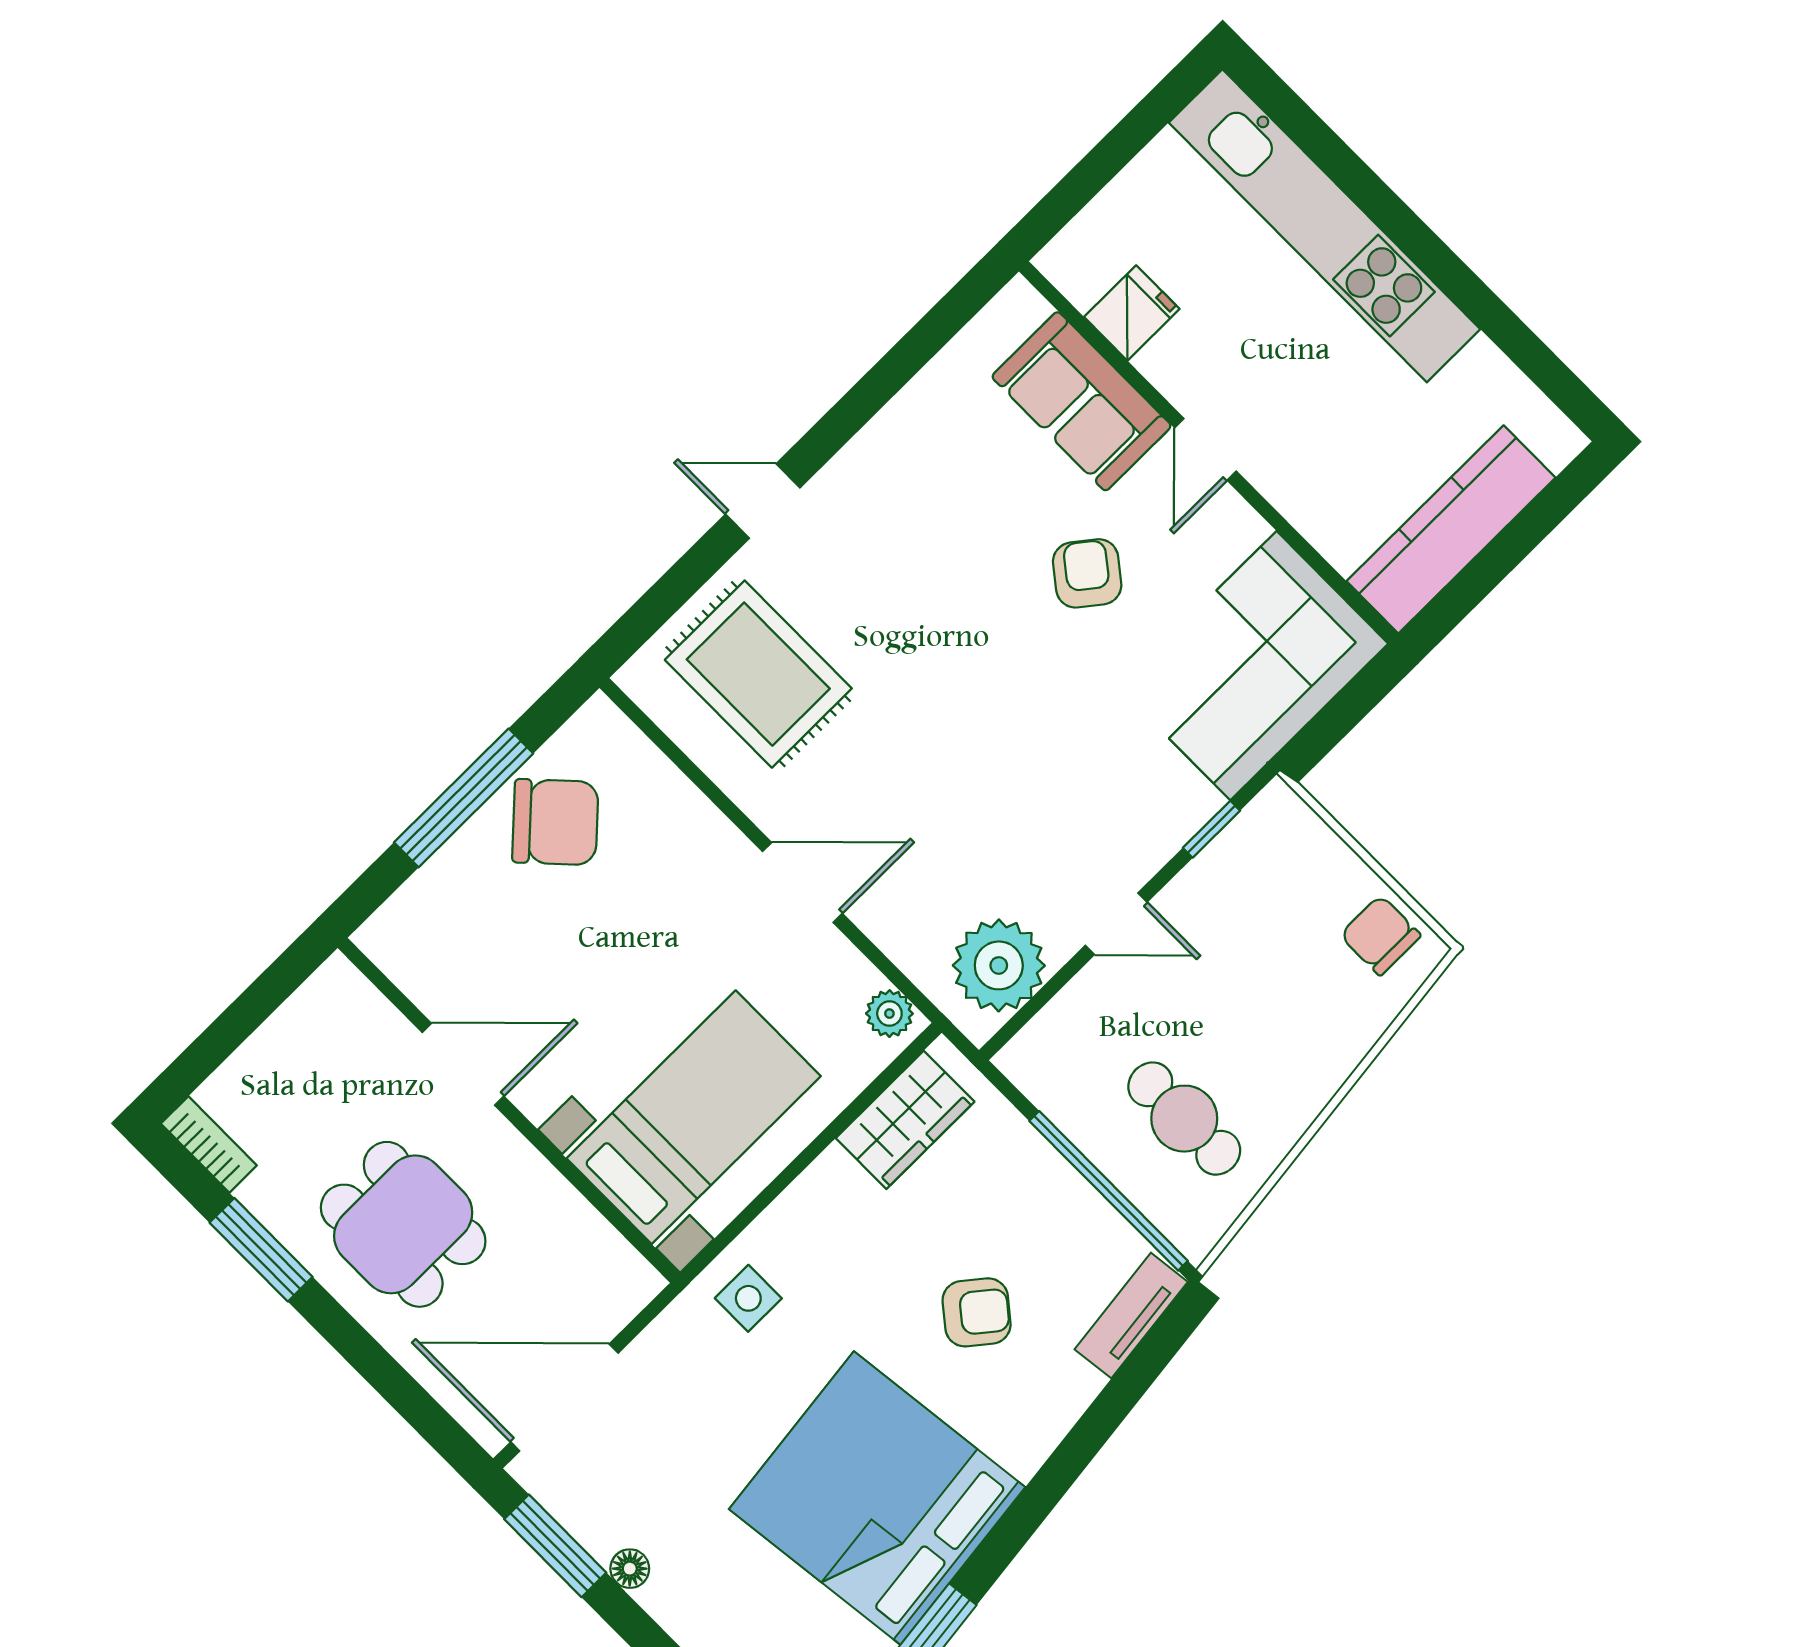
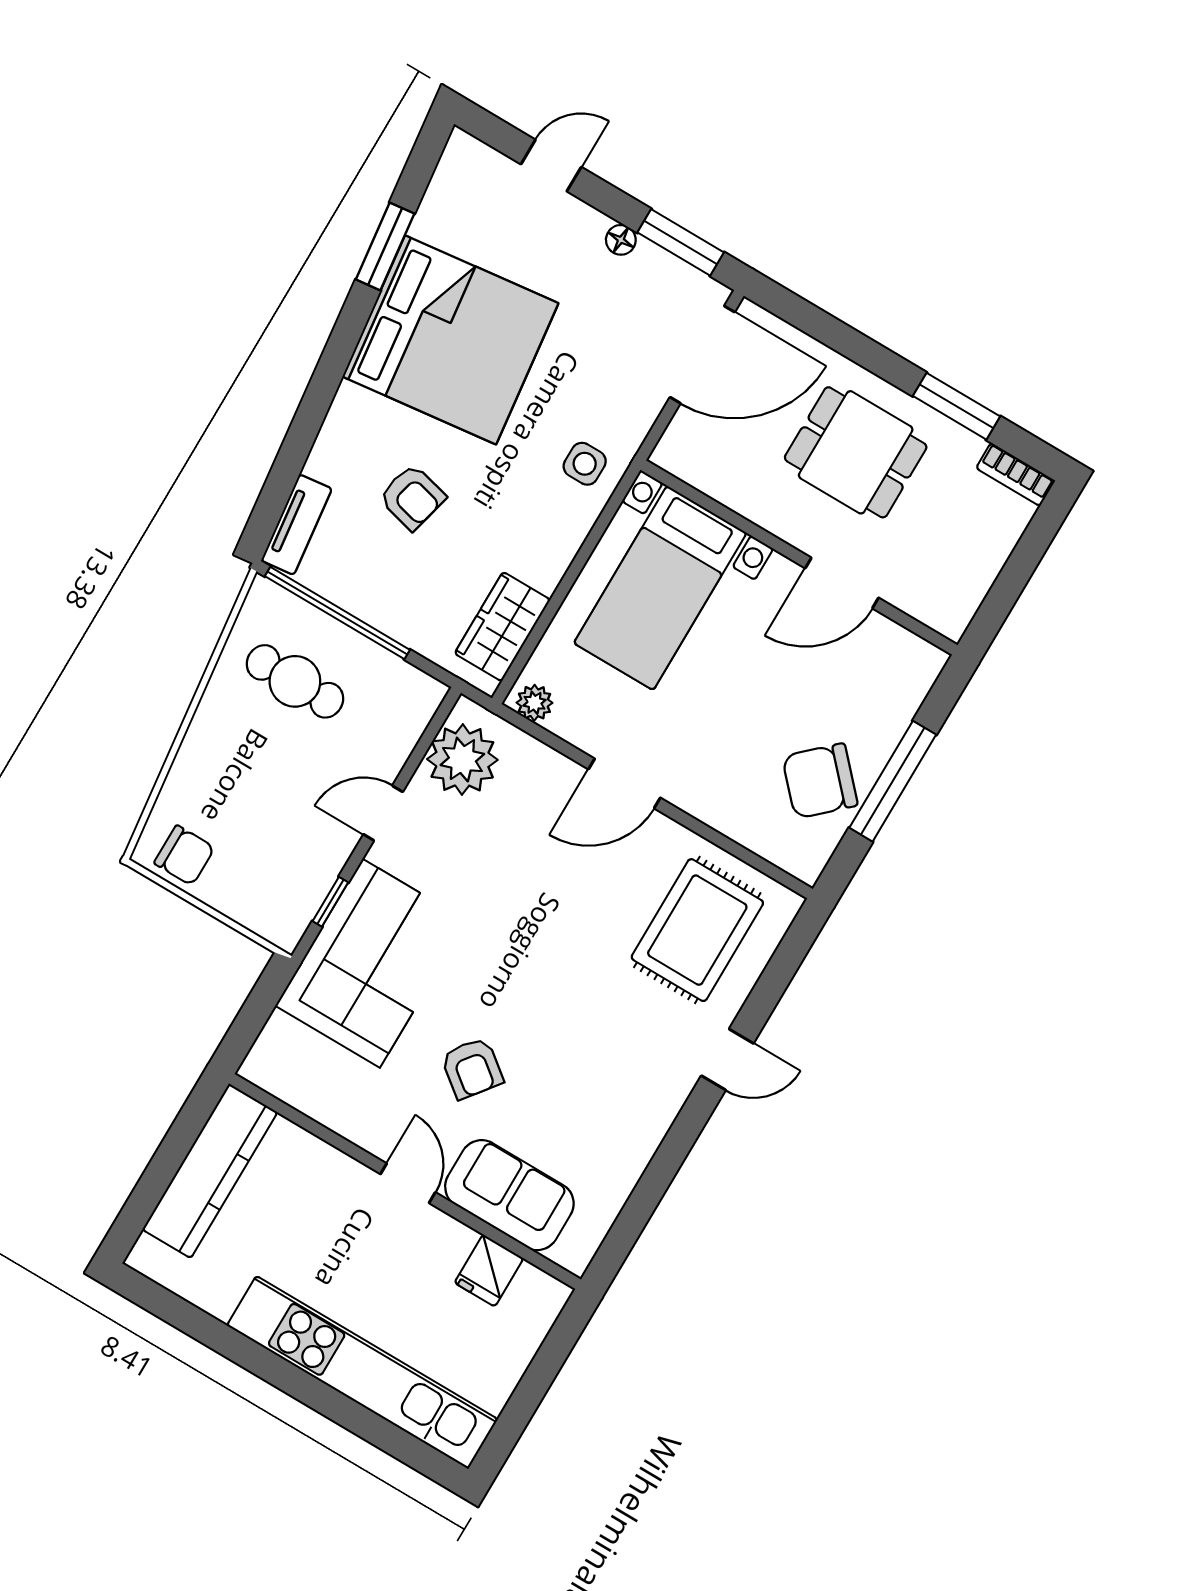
corner sofa: (1254, 666) -> (371, 963), moved
rug: (758, 674) -> (697, 930), turned 90
armchair: (977, 1312) -> (412, 497), turned -115

